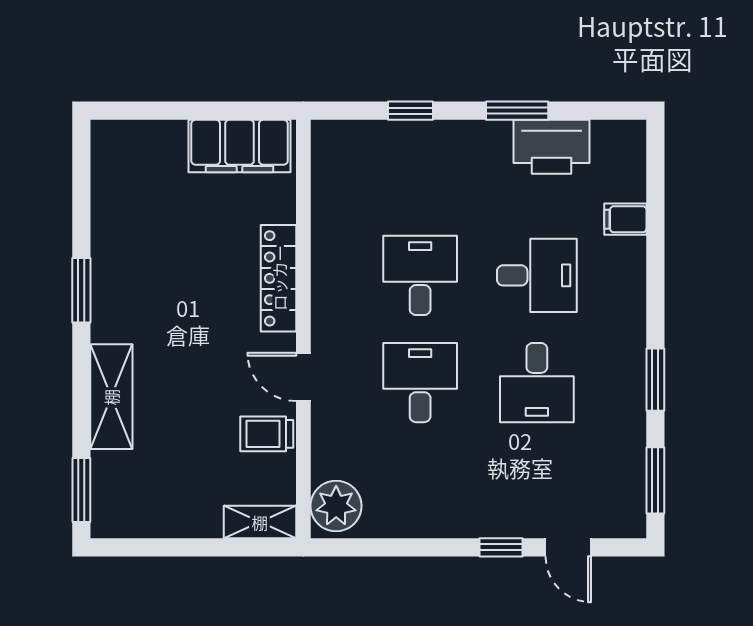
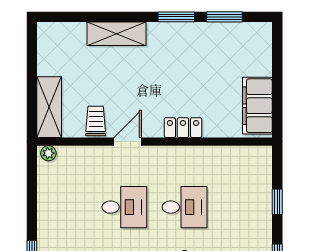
locker: (279, 278) -> (183, 128), width x0.66
window: (81, 490) -> (224, 17), moved
plant: (336, 506) -> (48, 153), width x0.53, depth x0.53
shelving: (260, 522) -> (49, 107), width x1.50, depth x1.33

